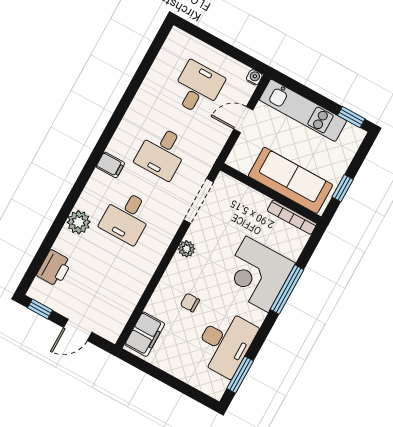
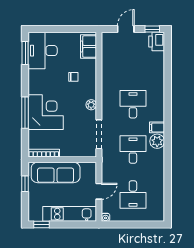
plant: (79, 222) -> (157, 141), moved
printer: (54, 268) -> (157, 42), moved
desk: (225, 343) -> (43, 51), moved

